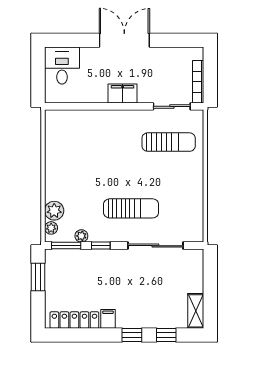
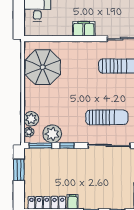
parasol: (69, 144) -> (43, 67), added
sun lounger: (131, 208) -> (107, 117), moved
plant: (81, 236) -> (52, 134), width x1.87, depth x1.87

